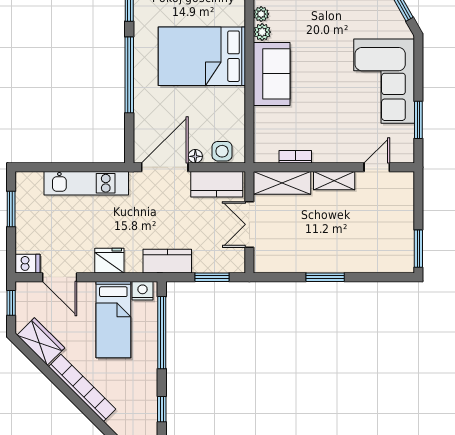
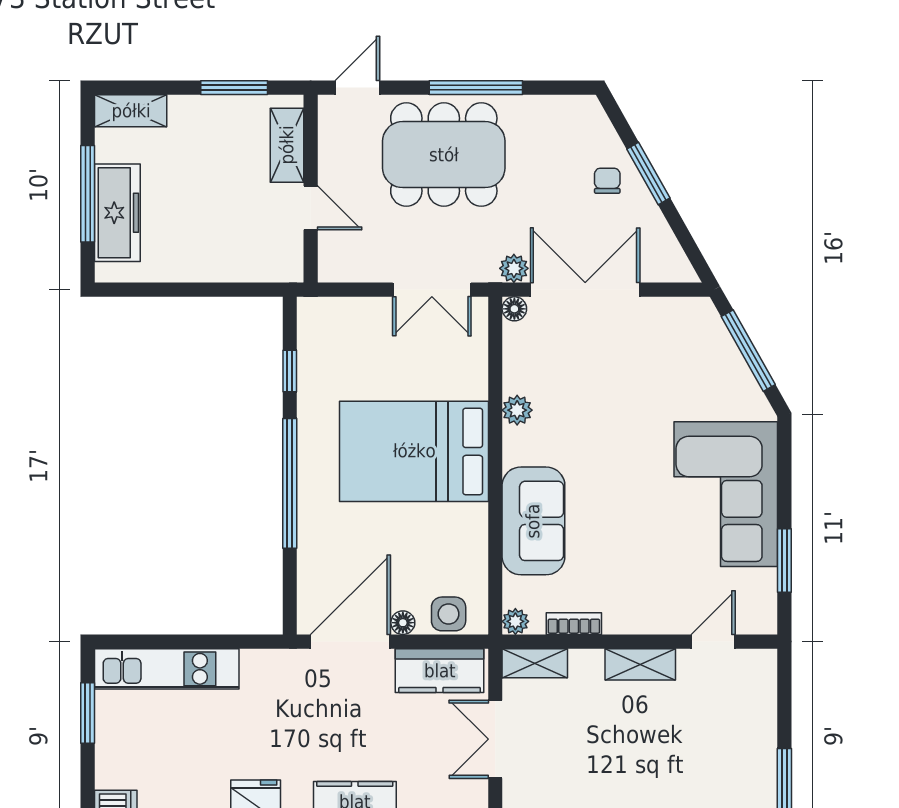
plant: (261, 14) -> (515, 621), moved
sofa: (272, 74) -> (533, 521), moved
kitchen unit: (86, 183) -> (167, 669), moved
shelving: (282, 183) -> (535, 663), width x0.67, depth x0.75

